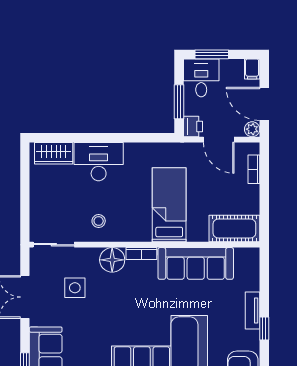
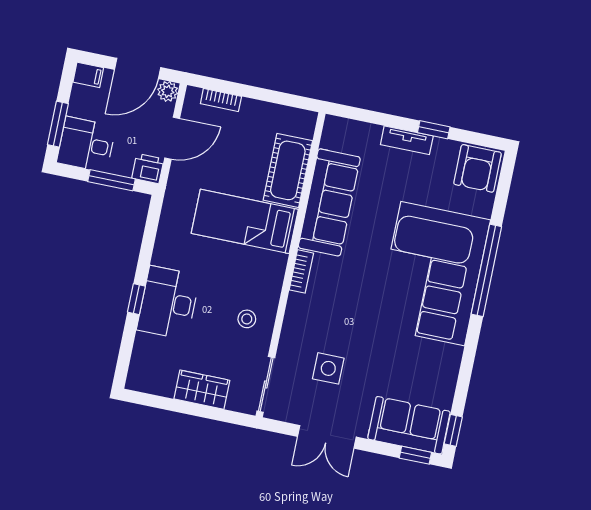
window: (96, 138) -> (136, 299), added
wardrobe: (54, 153) -> (202, 390), moved, turned -90
cot: (234, 228) -> (288, 170), moved
floor lamp: (112, 260) -> (302, 312), removed

